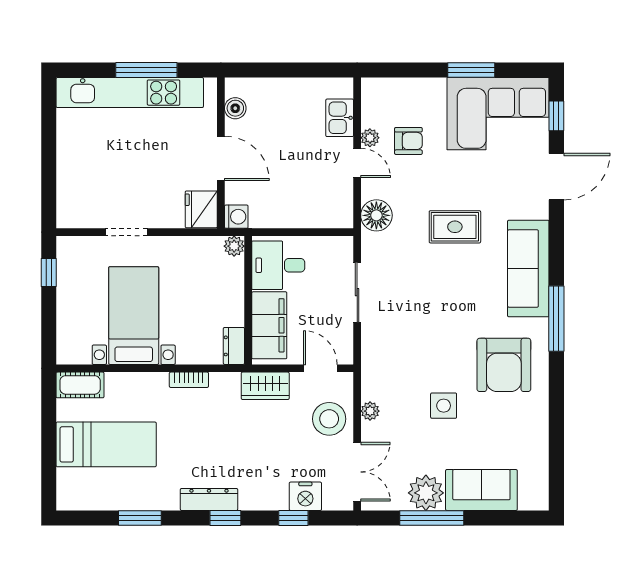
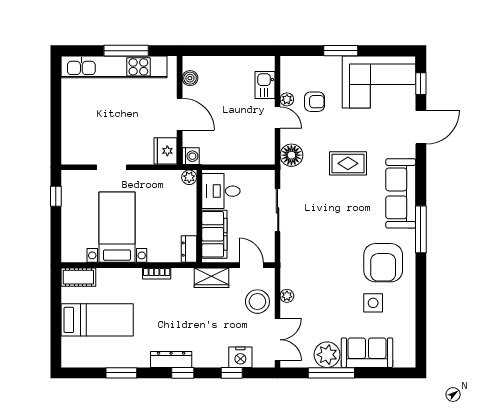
window: (471, 70) -> (341, 51), moved
side table: (444, 406) -> (373, 303), moved

